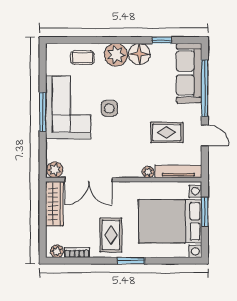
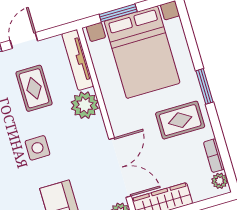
side table: (109, 108) -> (37, 148), moved
plant: (148, 172) -> (85, 105), width x1.88, depth x1.88

